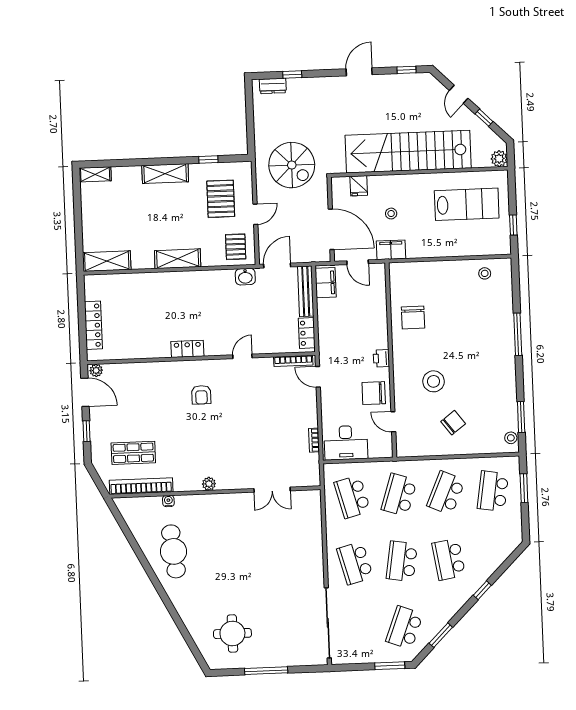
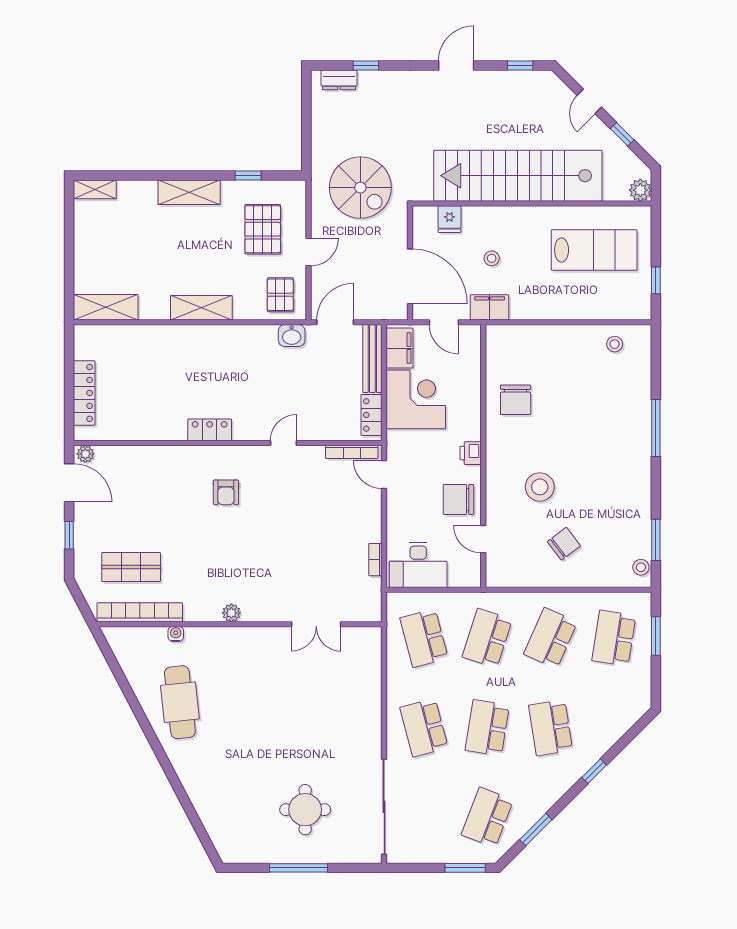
corner desk: (339, 320) -> (416, 399), added
round table: (232, 633) -> (305, 810), moved

